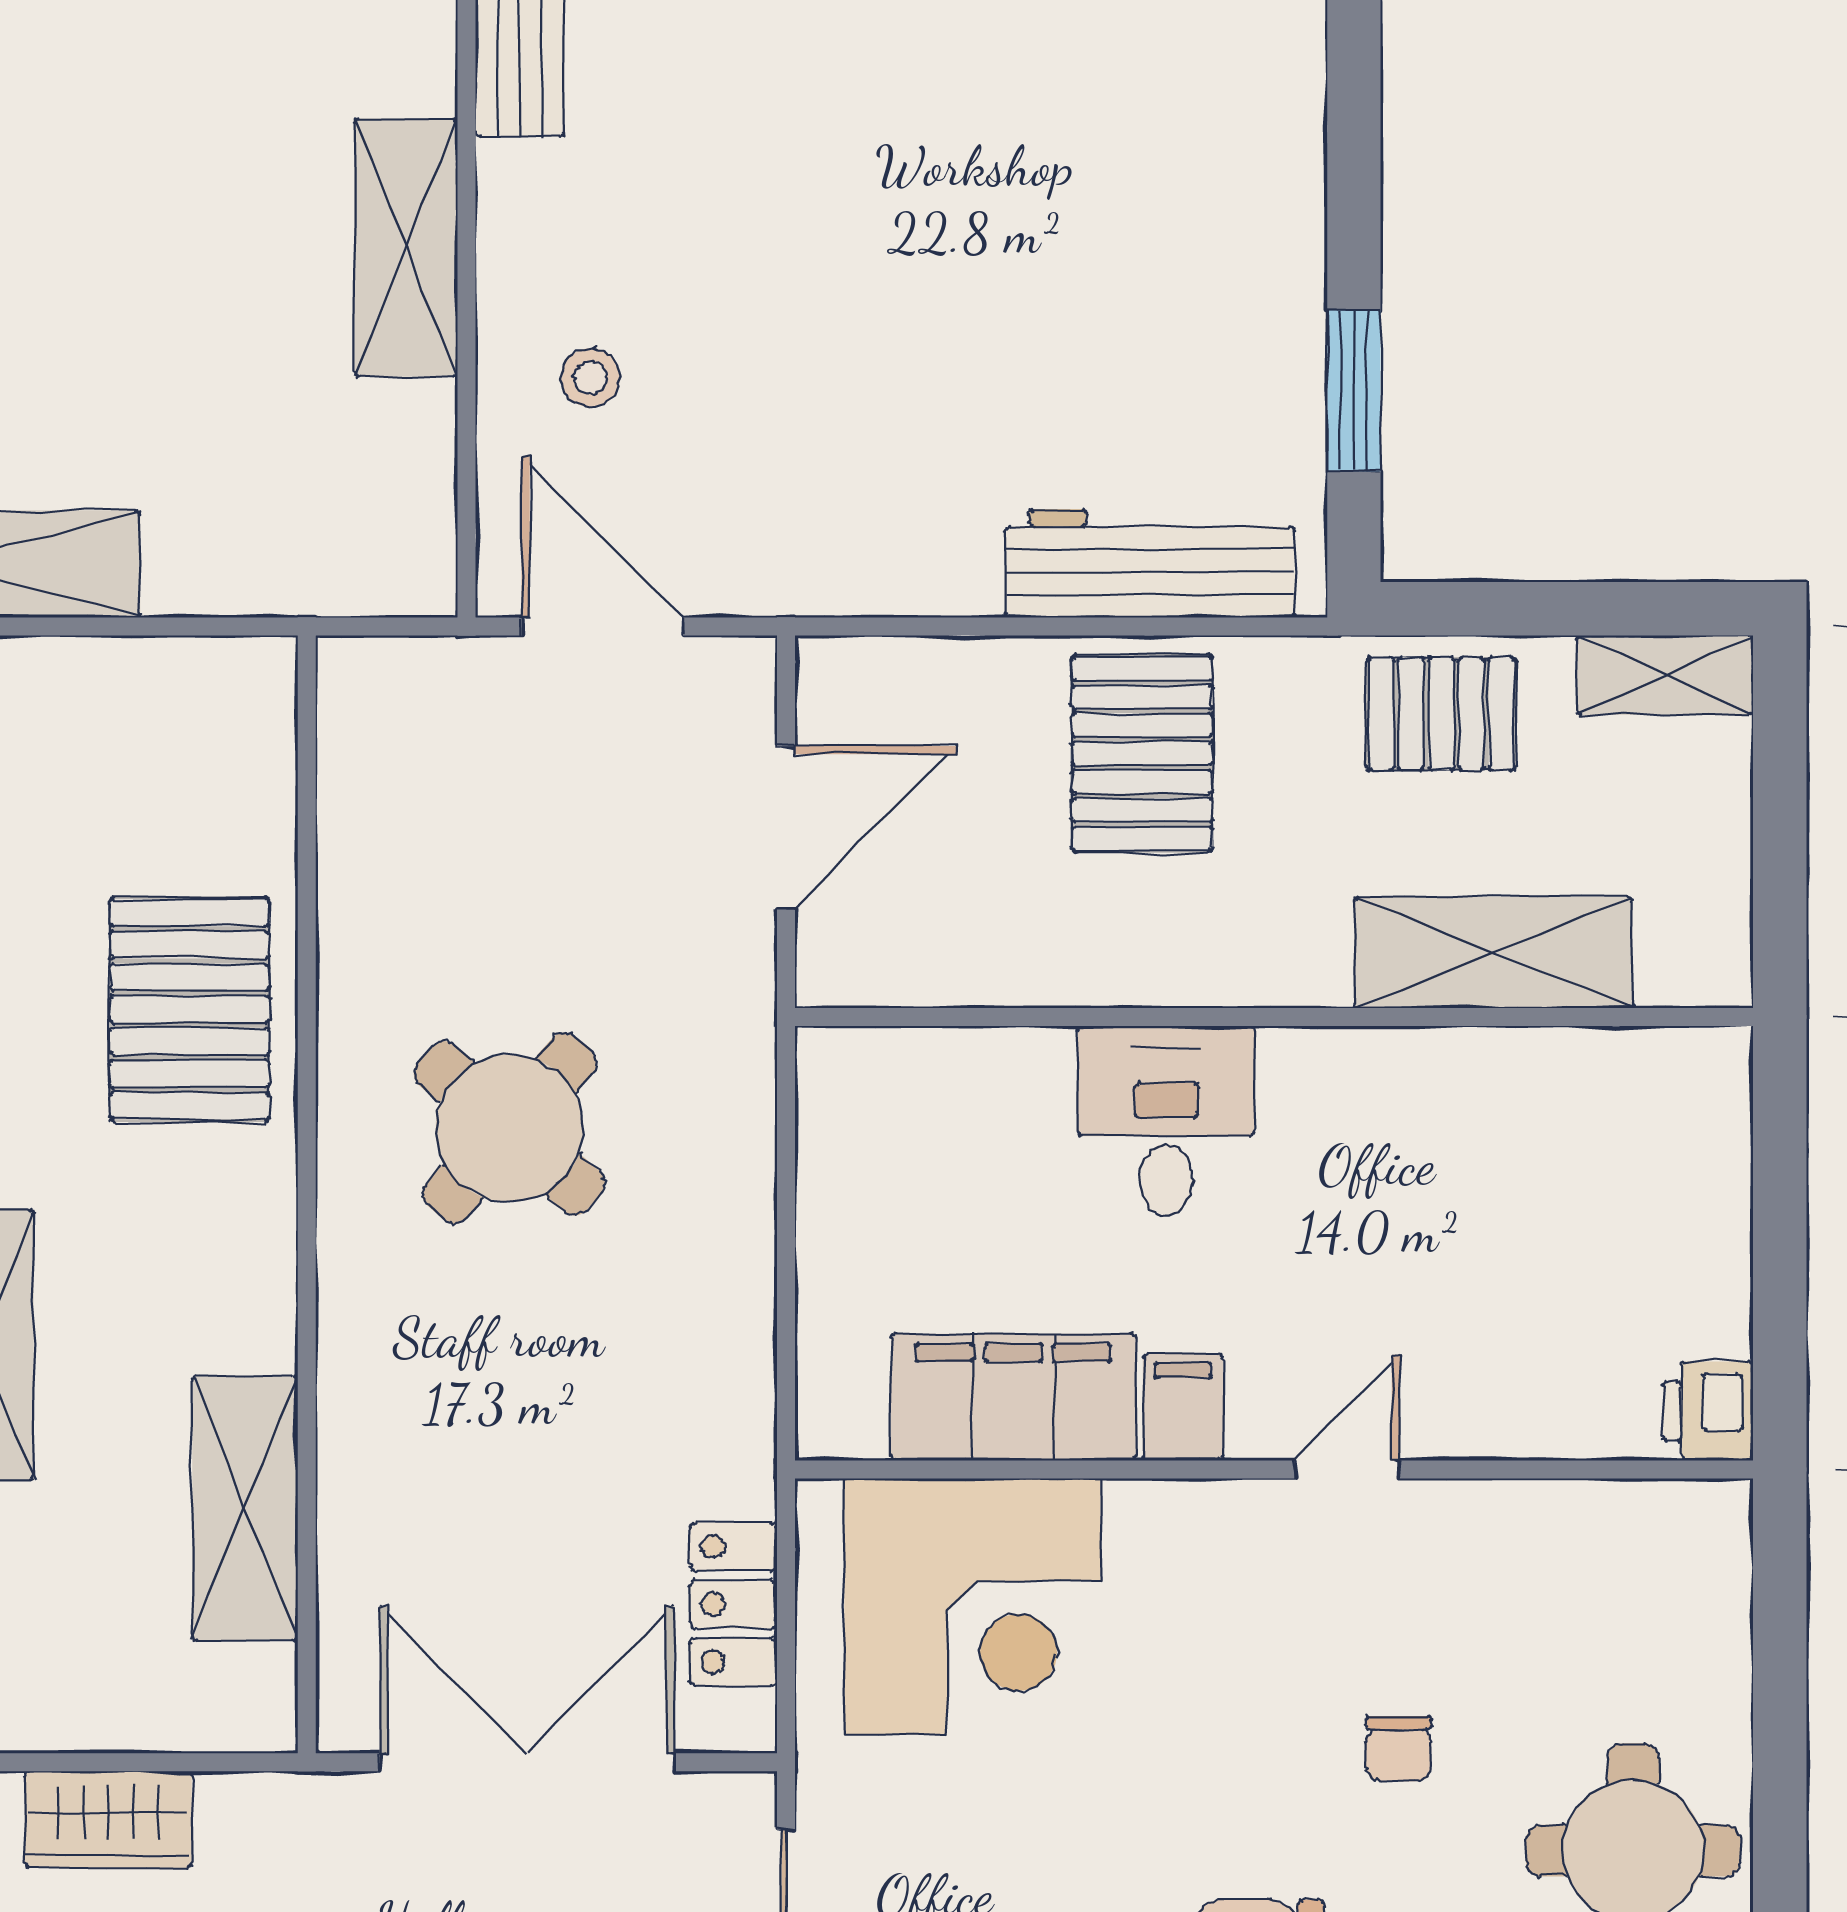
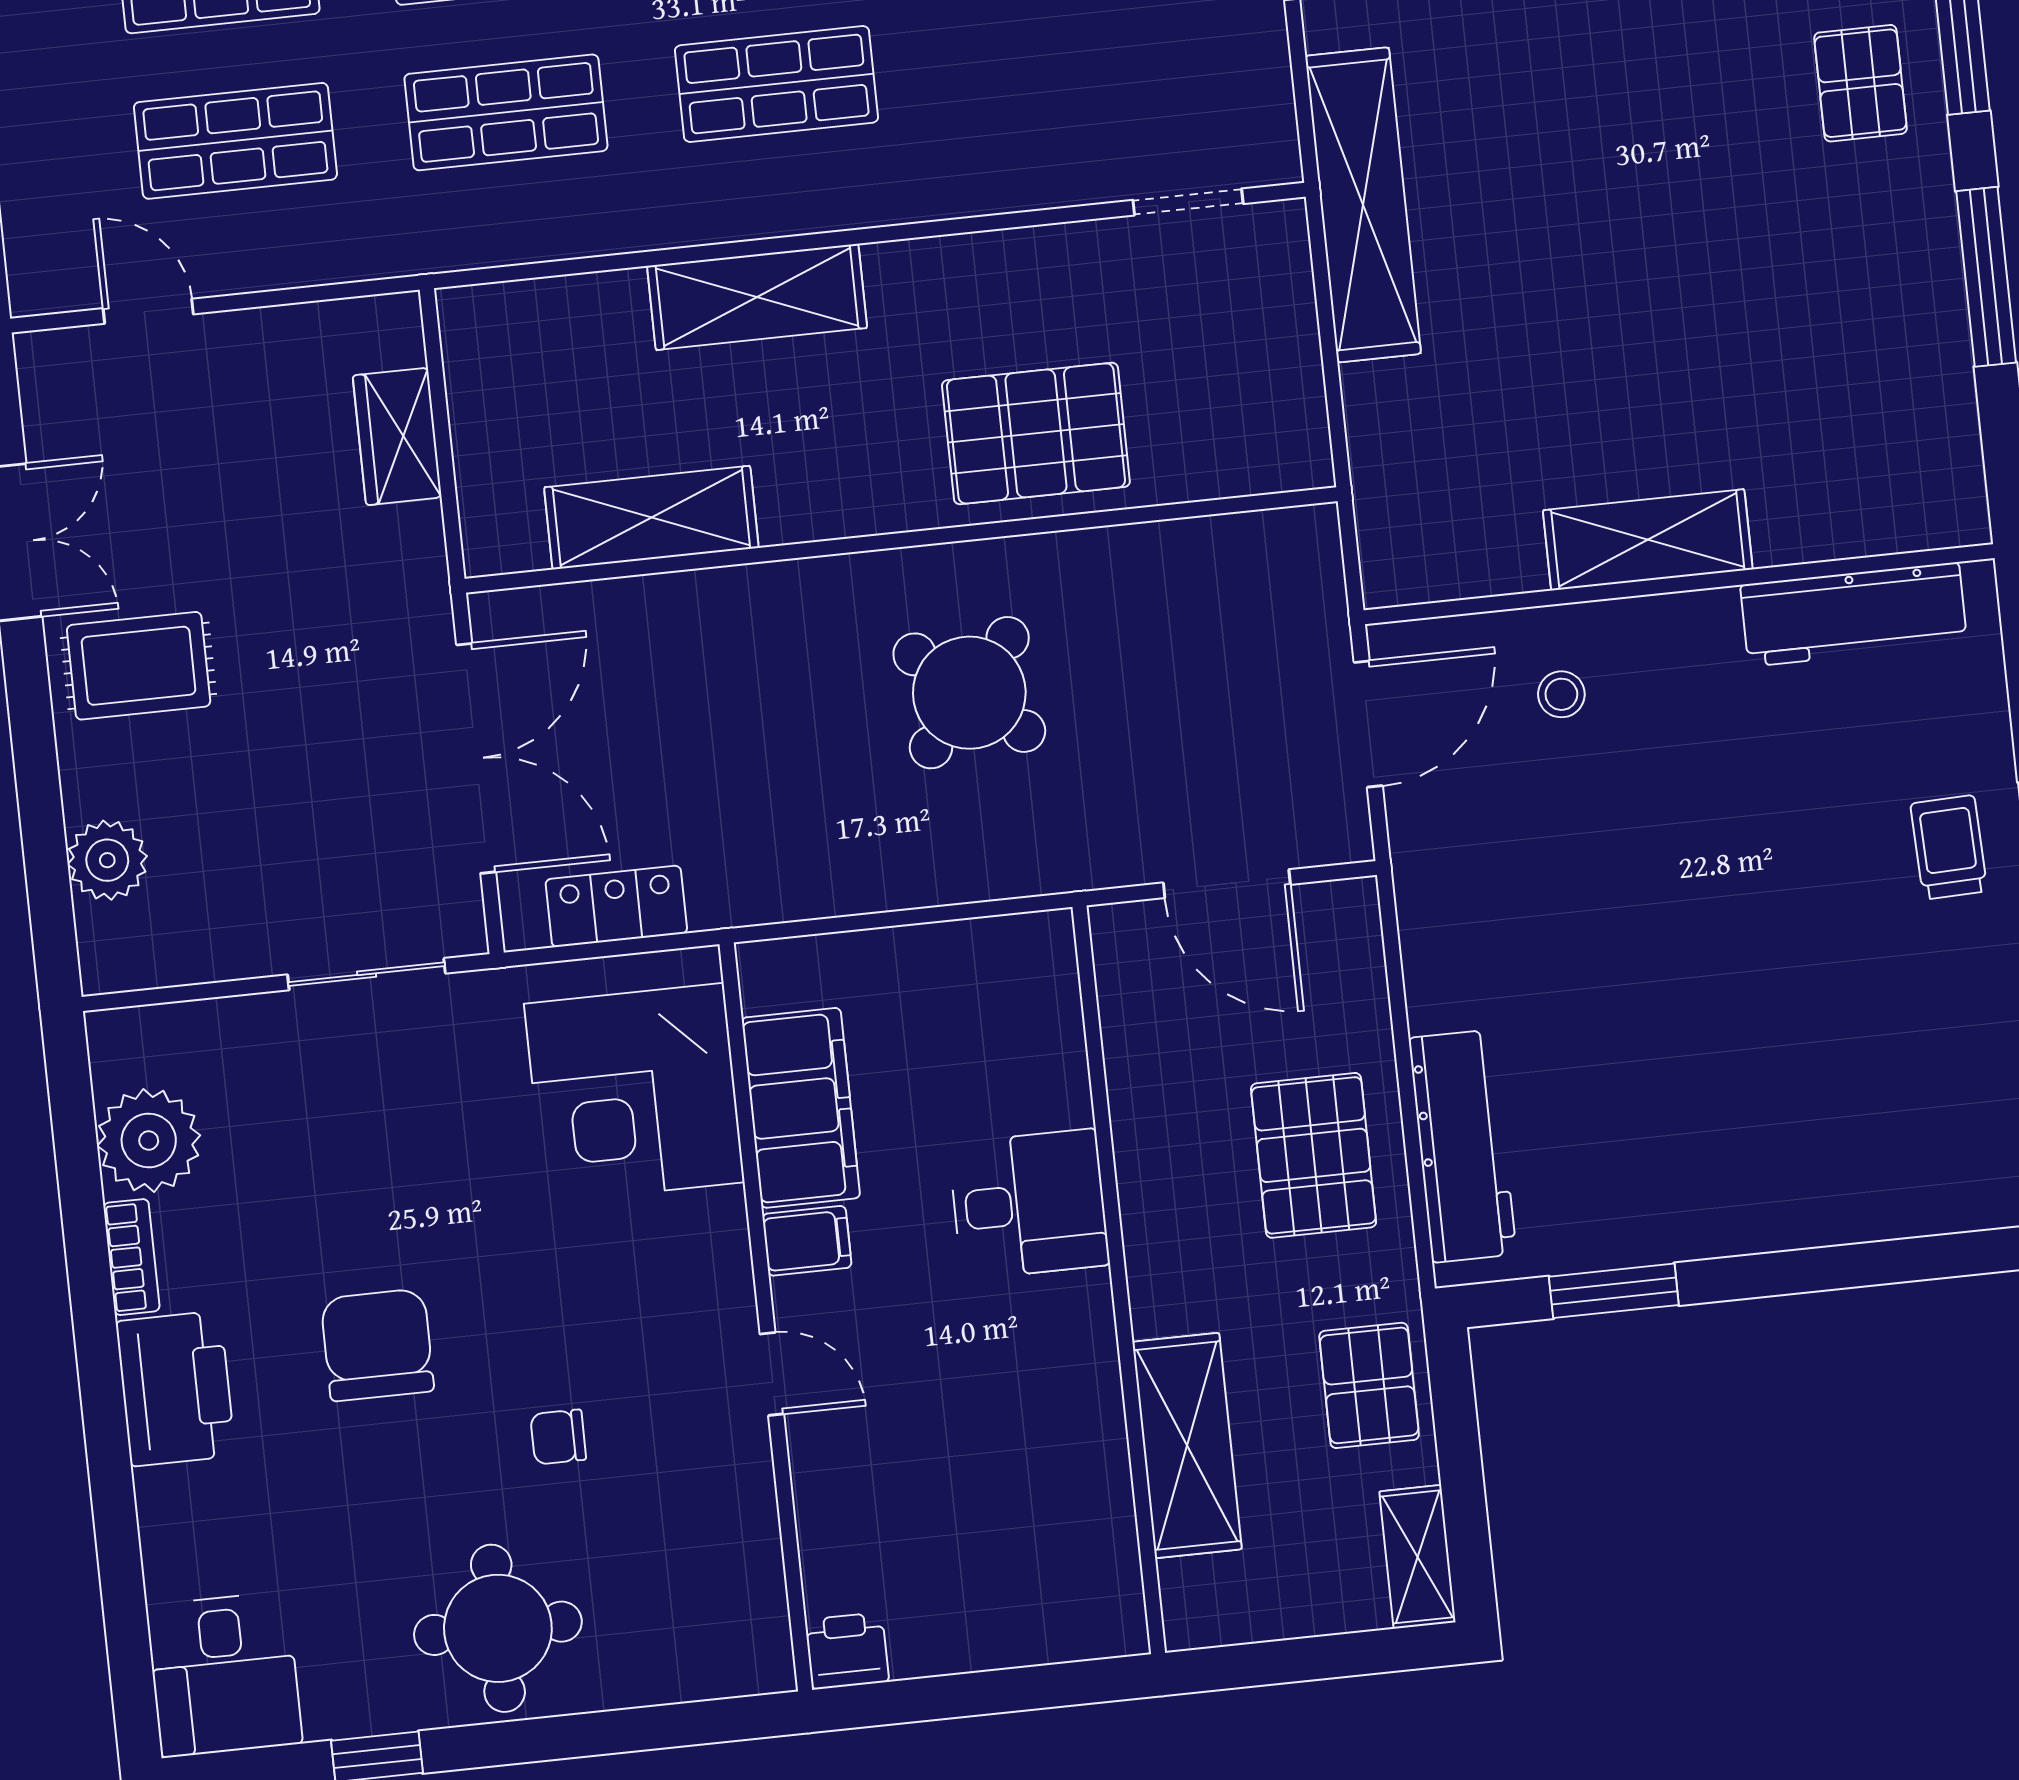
pallet: (1142, 753) -> (1314, 1155), turned 90

